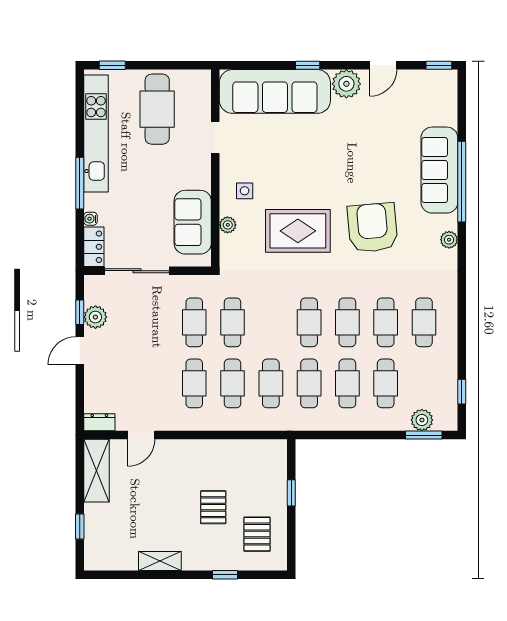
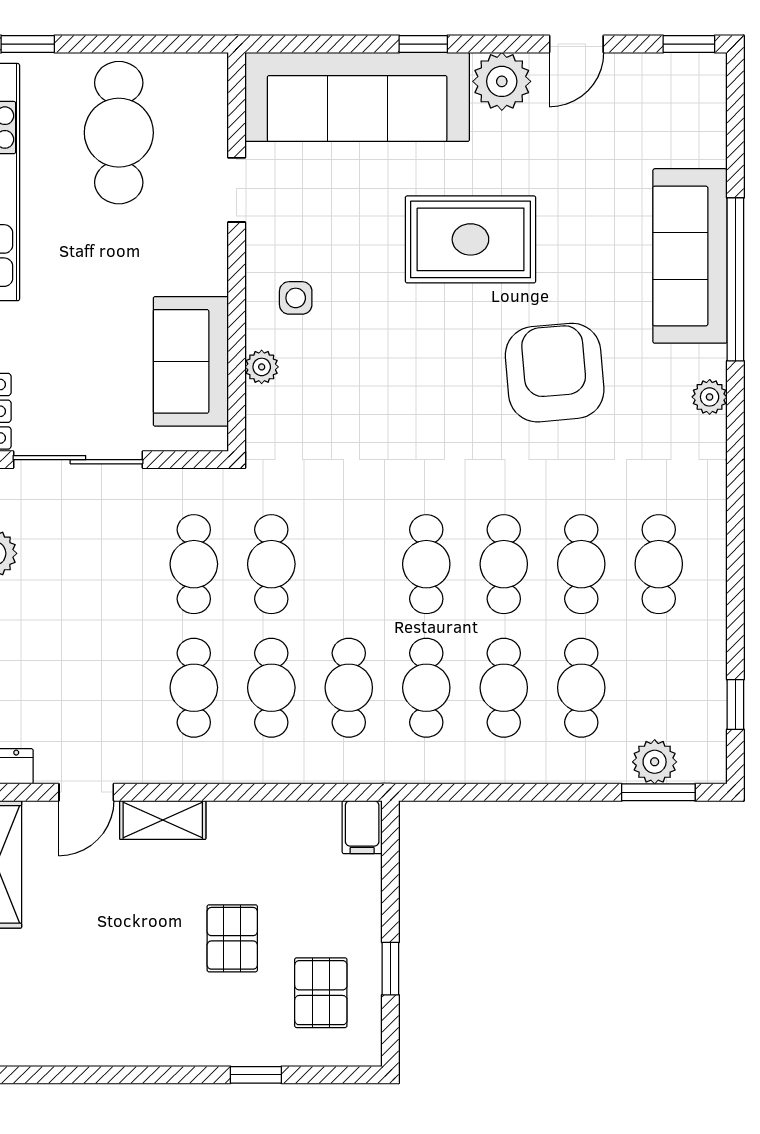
rug: (298, 231) -> (470, 239), moved
filing cabinet: (277, 452) -> (362, 827), added
window: (291, 493) -> (390, 969), moved
shelving: (160, 561) -> (163, 820), moved

